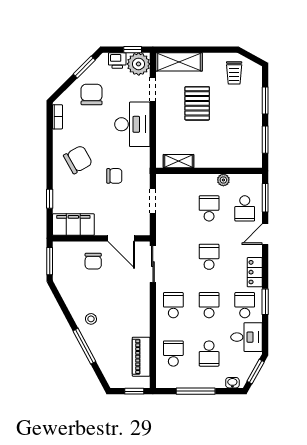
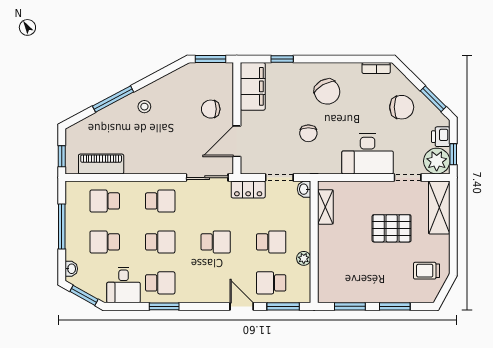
washbasin: (163, 180) -> (304, 189), added
locker: (255, 272) -> (248, 190), moved, turned 180
school desk: (173, 354) -> (105, 201), turned 180

